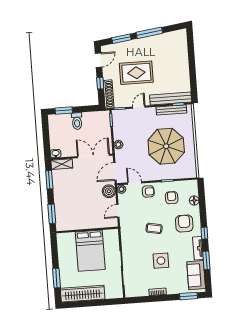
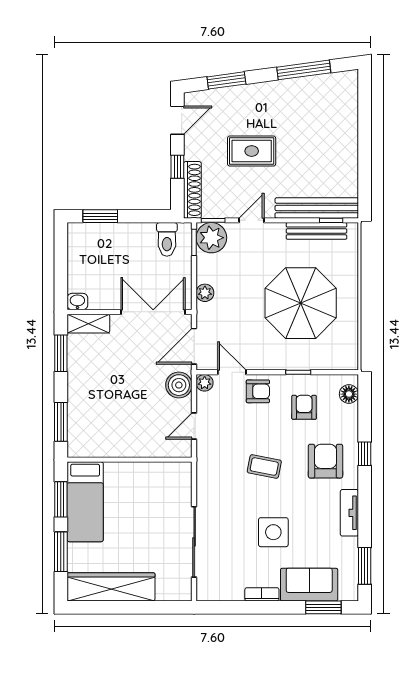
window: (149, 33) -> (304, 70), moved
rug: (136, 73) -> (252, 151), width x0.73, depth x0.70
plant: (120, 117) -> (211, 238), added
toilet: (77, 121) -> (167, 239), moved
floor lamp: (194, 200) -> (349, 394), moved
window: (204, 233) -> (365, 454), moved
bed: (90, 251) -> (85, 502), moved, width x0.67
window: (55, 252) -> (61, 499), added
window: (206, 260) -> (365, 566), moved
sofa: (196, 275) -> (309, 585), moved, turned 90

